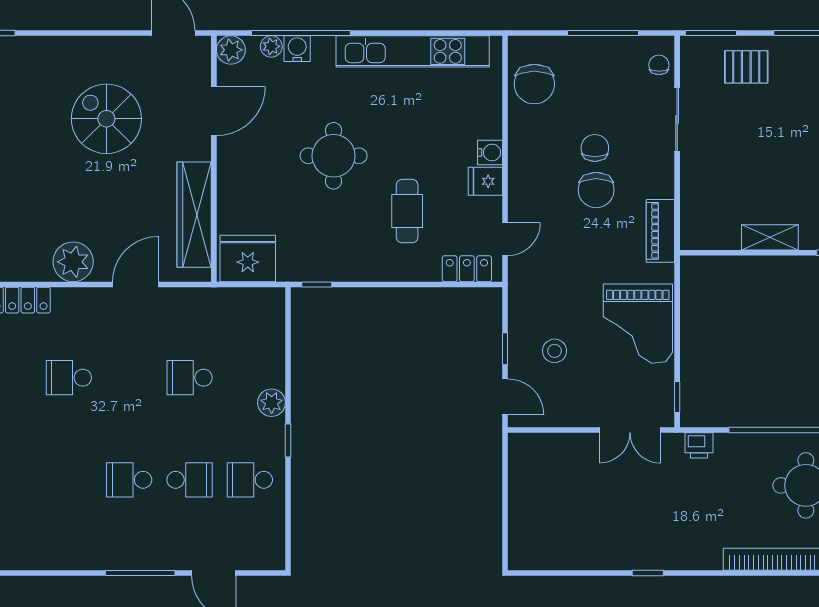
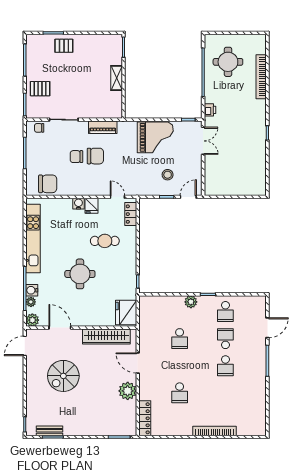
pallet: (746, 67) -> (40, 89), turned 90
piano: (660, 231) -> (103, 127), moved

